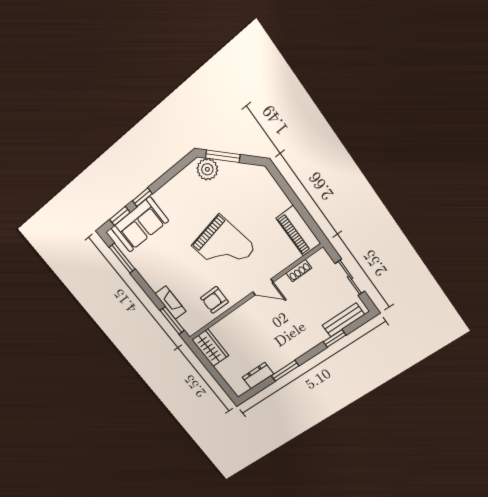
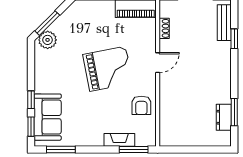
wardrobe: (210, 348) -> (176, 137), removed
window: (285, 371) -> (234, 112), moved

